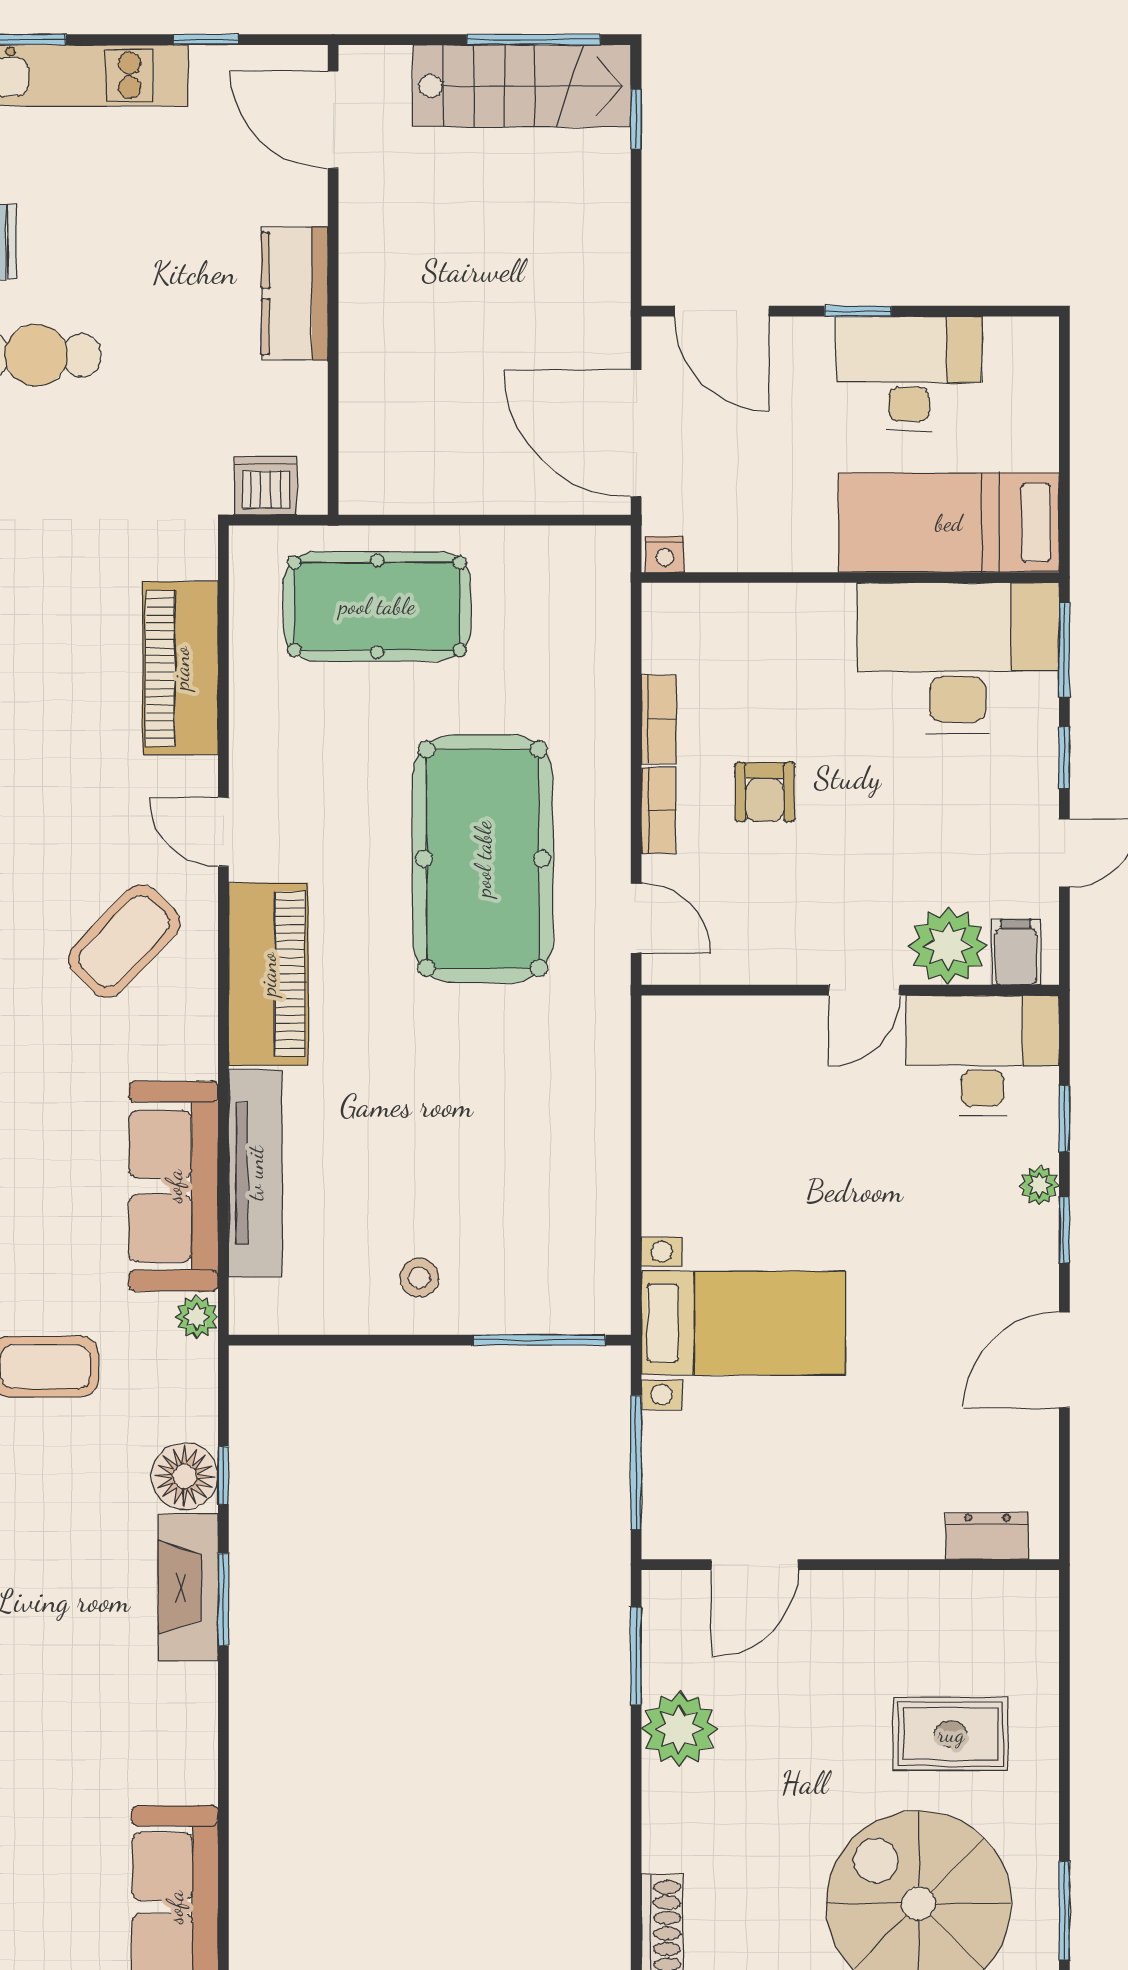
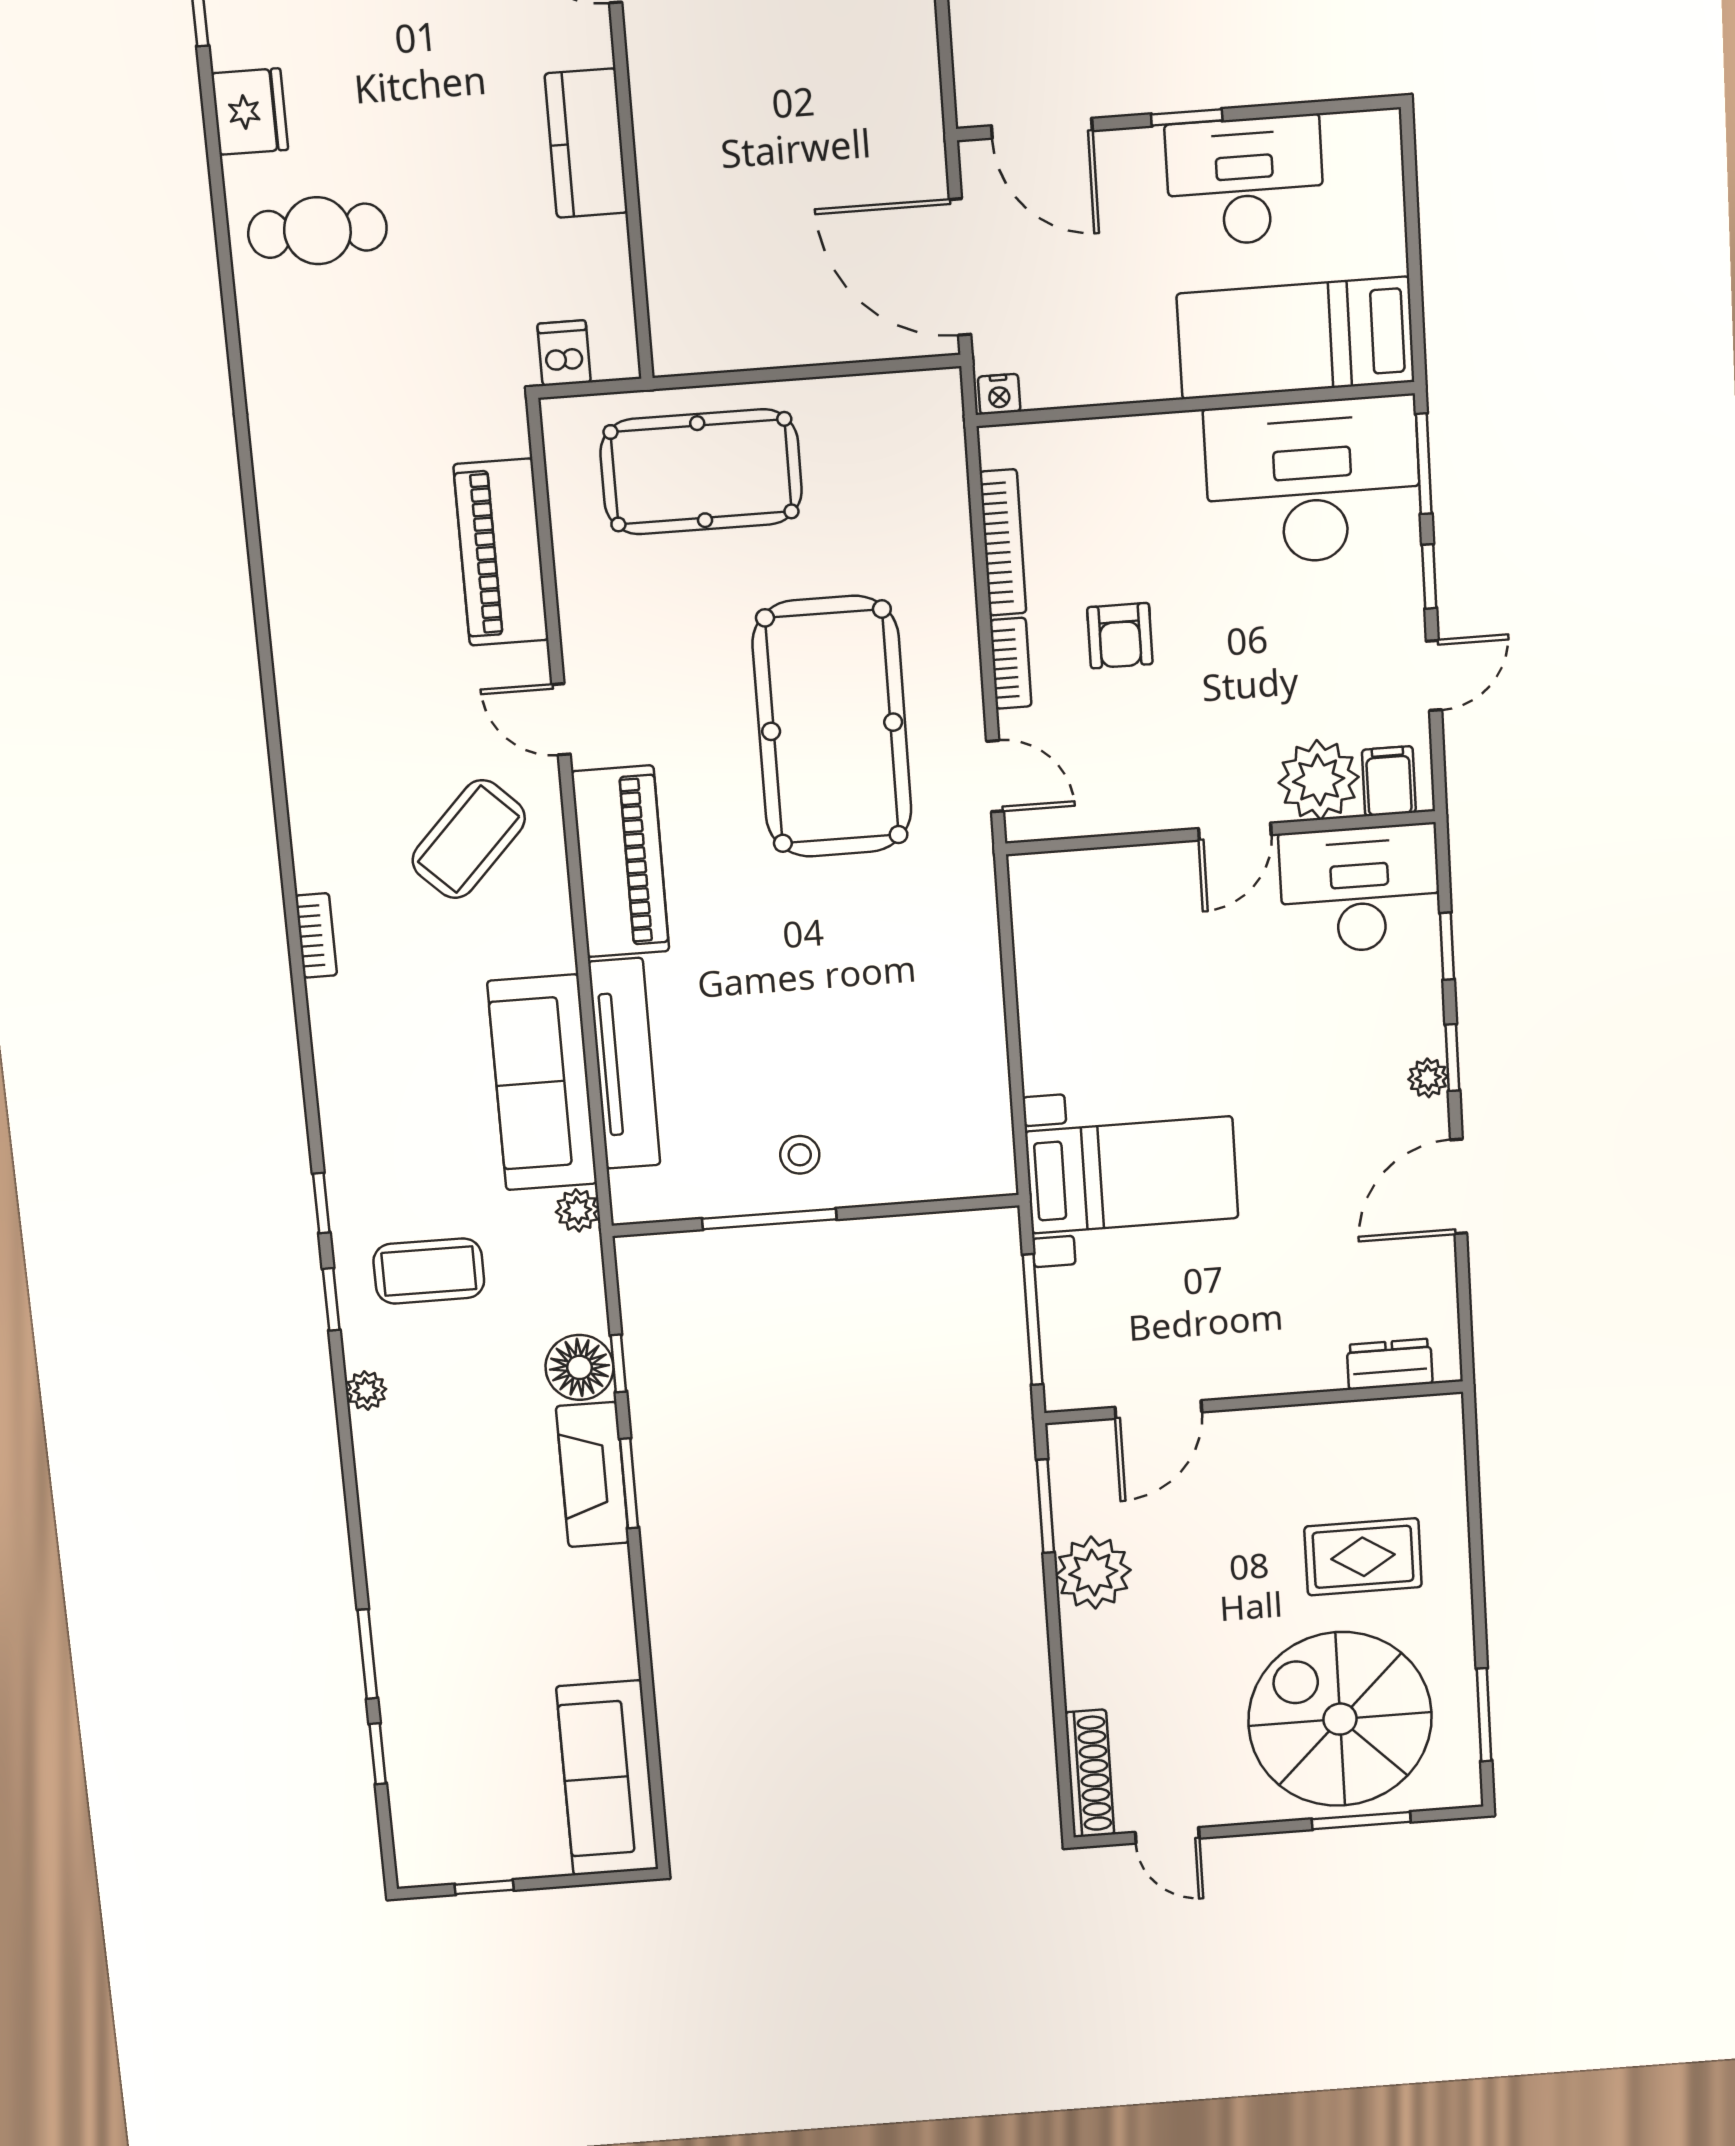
dishwasher: (266, 486) -> (564, 353), width x0.73
bookcase: (659, 719) -> (1003, 542), width x1.56
plant: (1039, 1185) -> (1428, 1078), moved
window: (539, 1340) -> (769, 1219), moved

